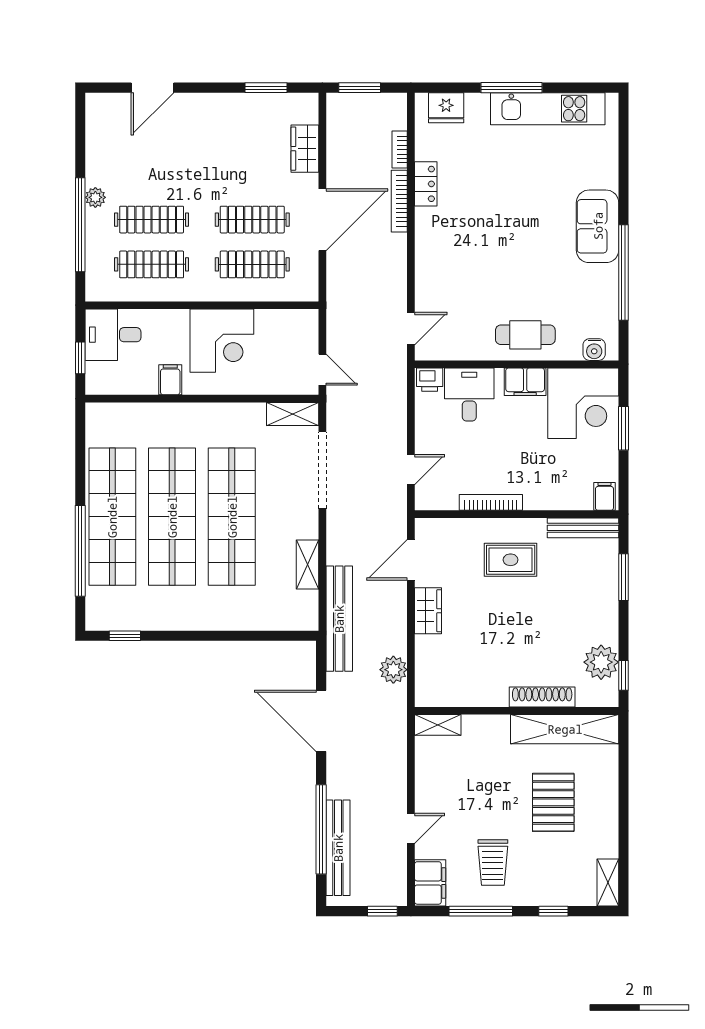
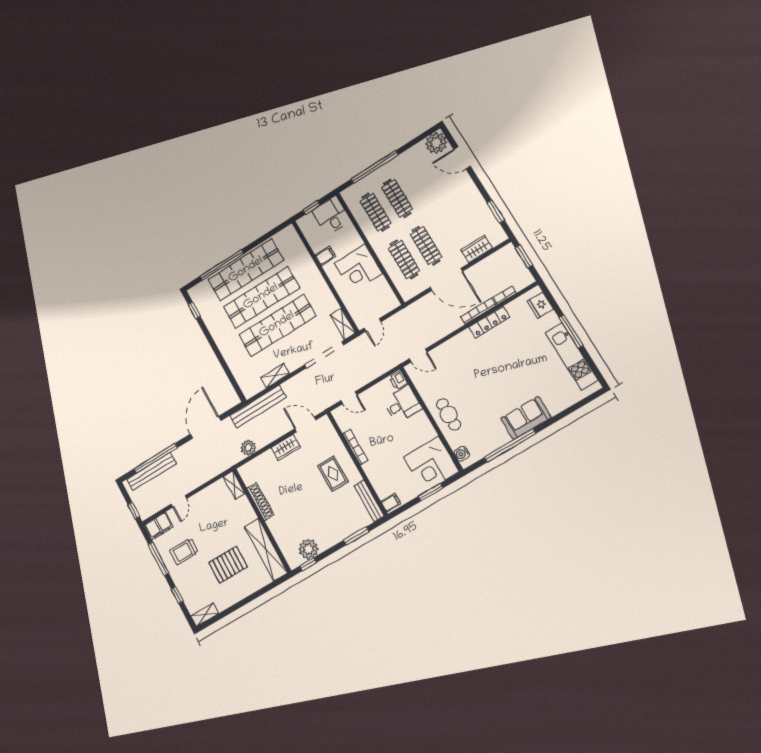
locker: (426, 184) -> (489, 322), width x1.53
plant: (95, 197) -> (436, 143), moved, width x1.87, depth x1.87
filing cabinet: (525, 382) -> (425, 428), removed
shoe rack: (542, 697) -> (260, 502), moved
door: (411, 828) -> (179, 501), hinge flipped

